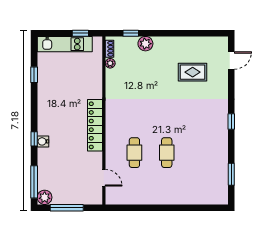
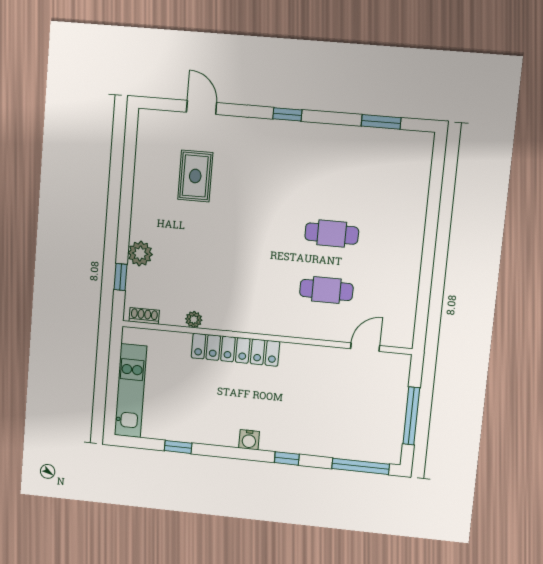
window: (80, 33) -> (114, 362), removed
door: (231, 61) -> (202, 107), moved
plant: (110, 63) -> (194, 320), moved
locker: (95, 125) -> (235, 350), moved
water cooler: (43, 141) -> (249, 440), moved
plant: (45, 197) -> (389, 452), removed

